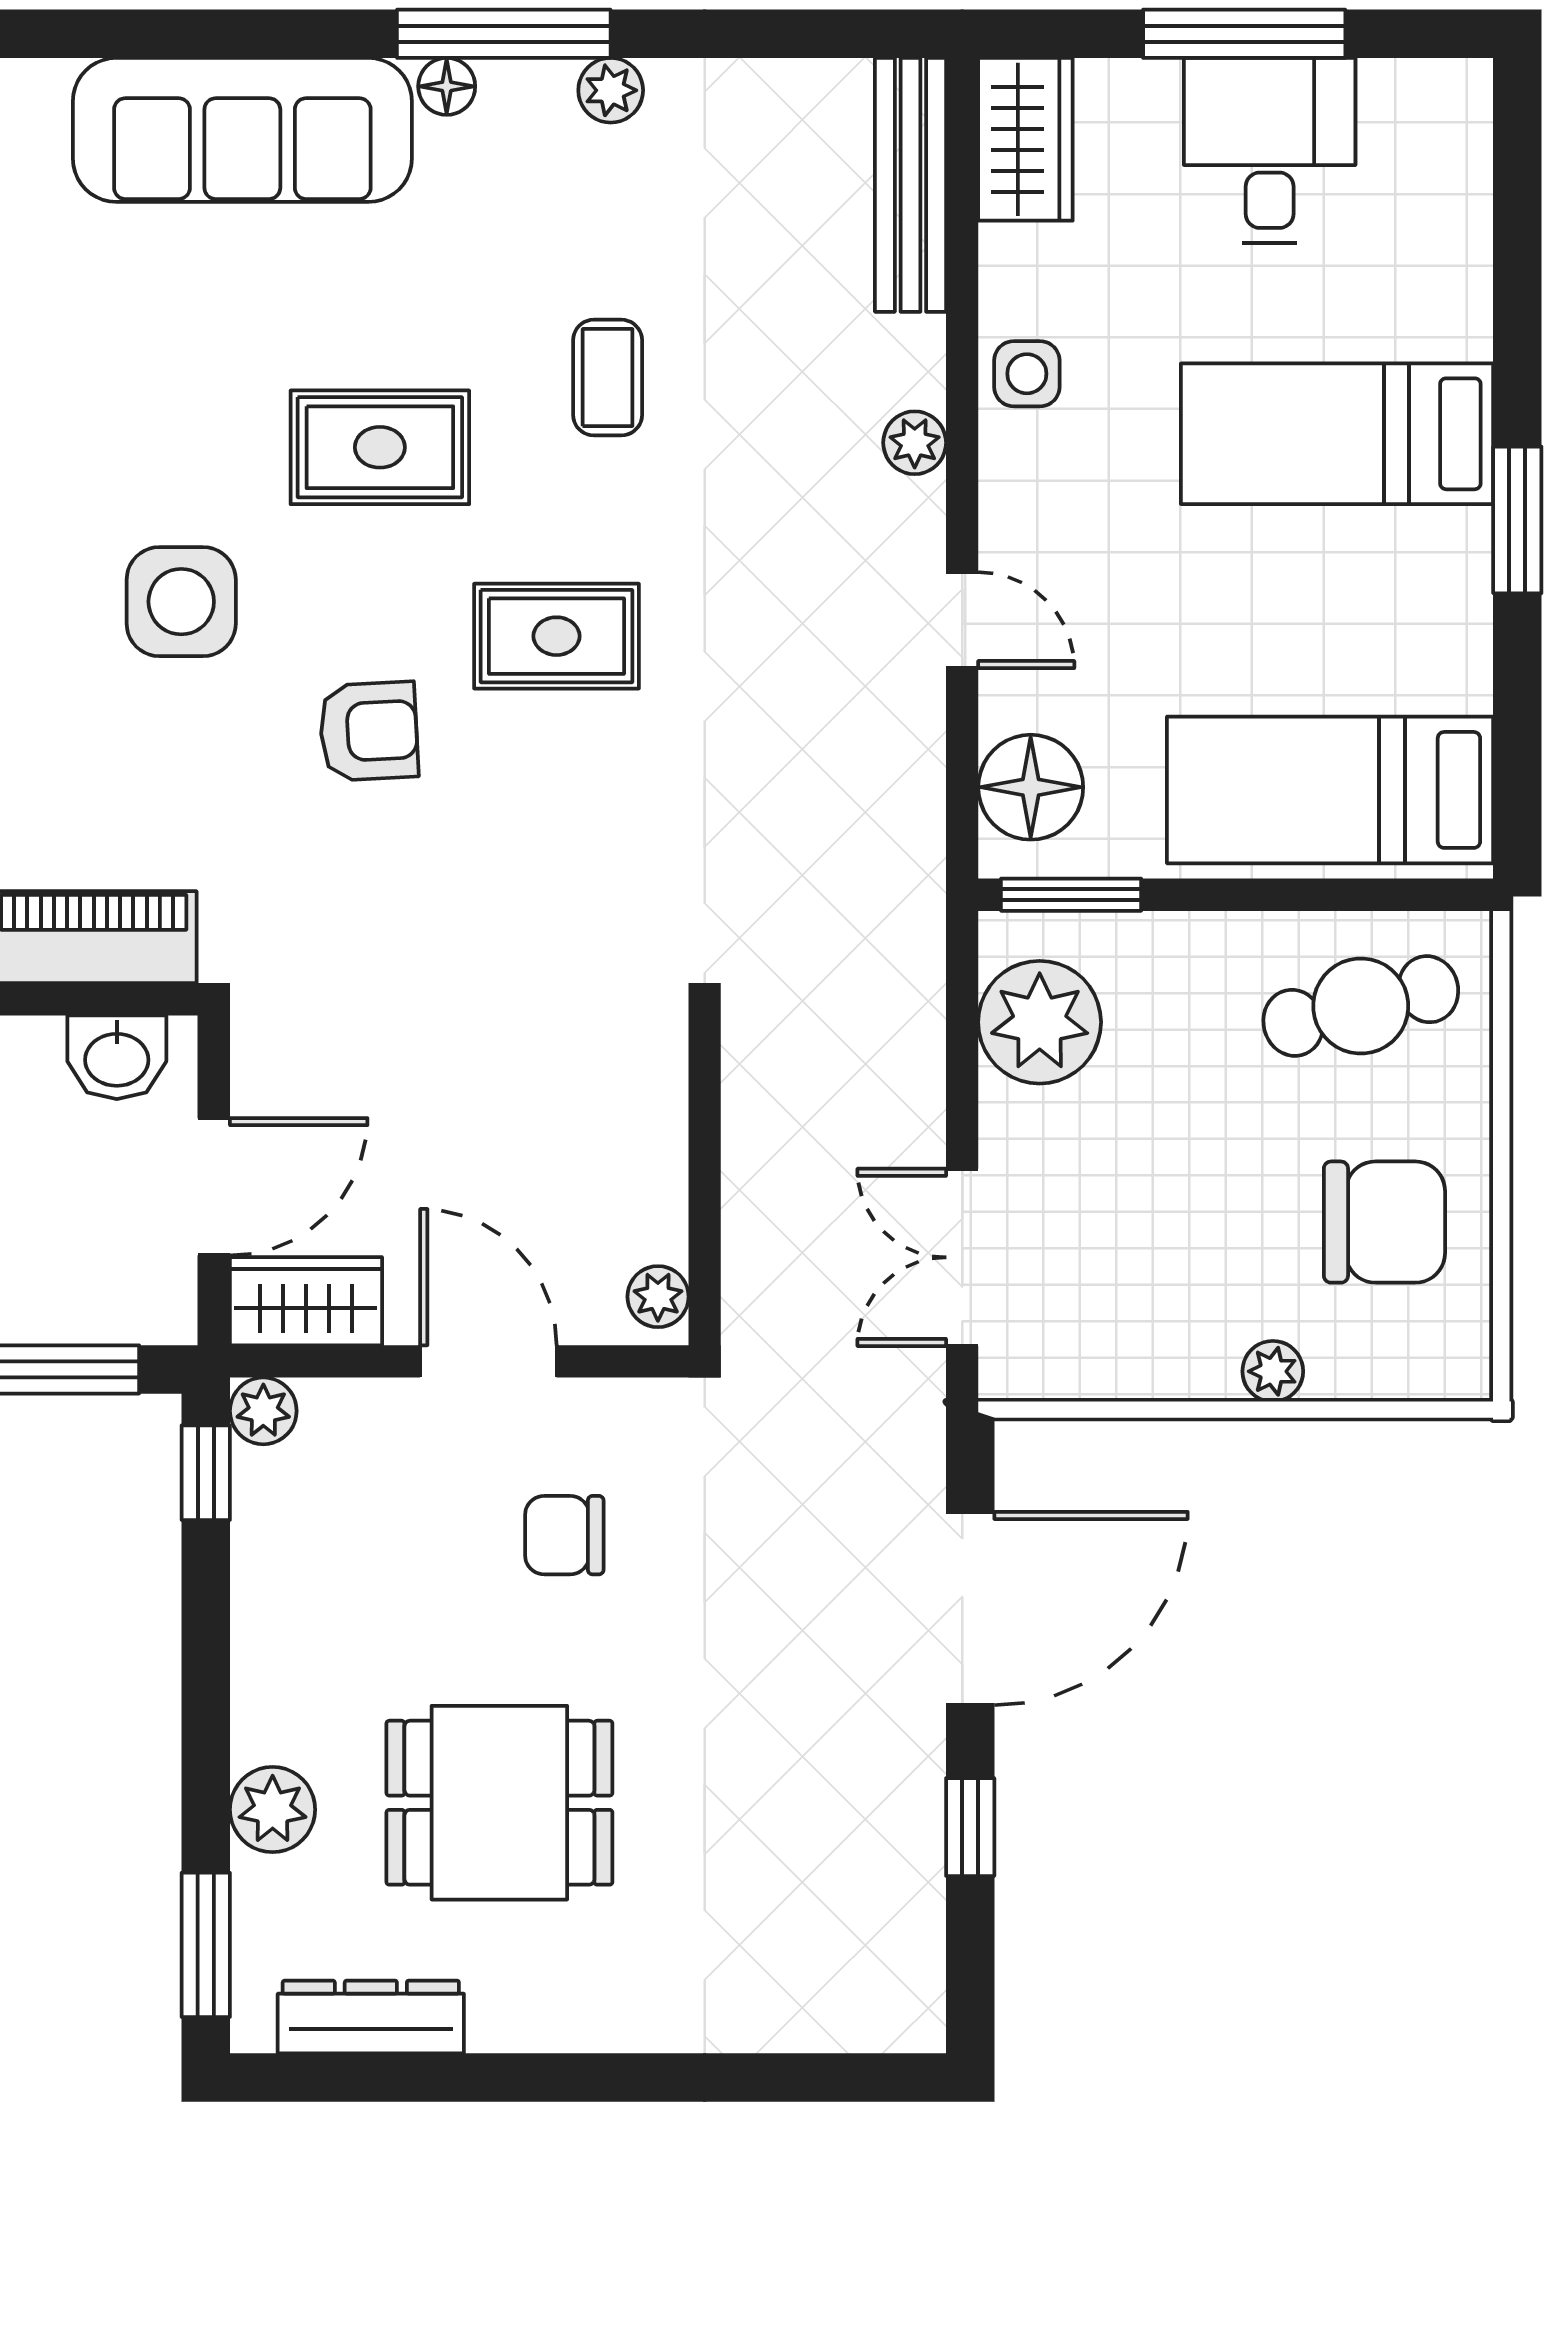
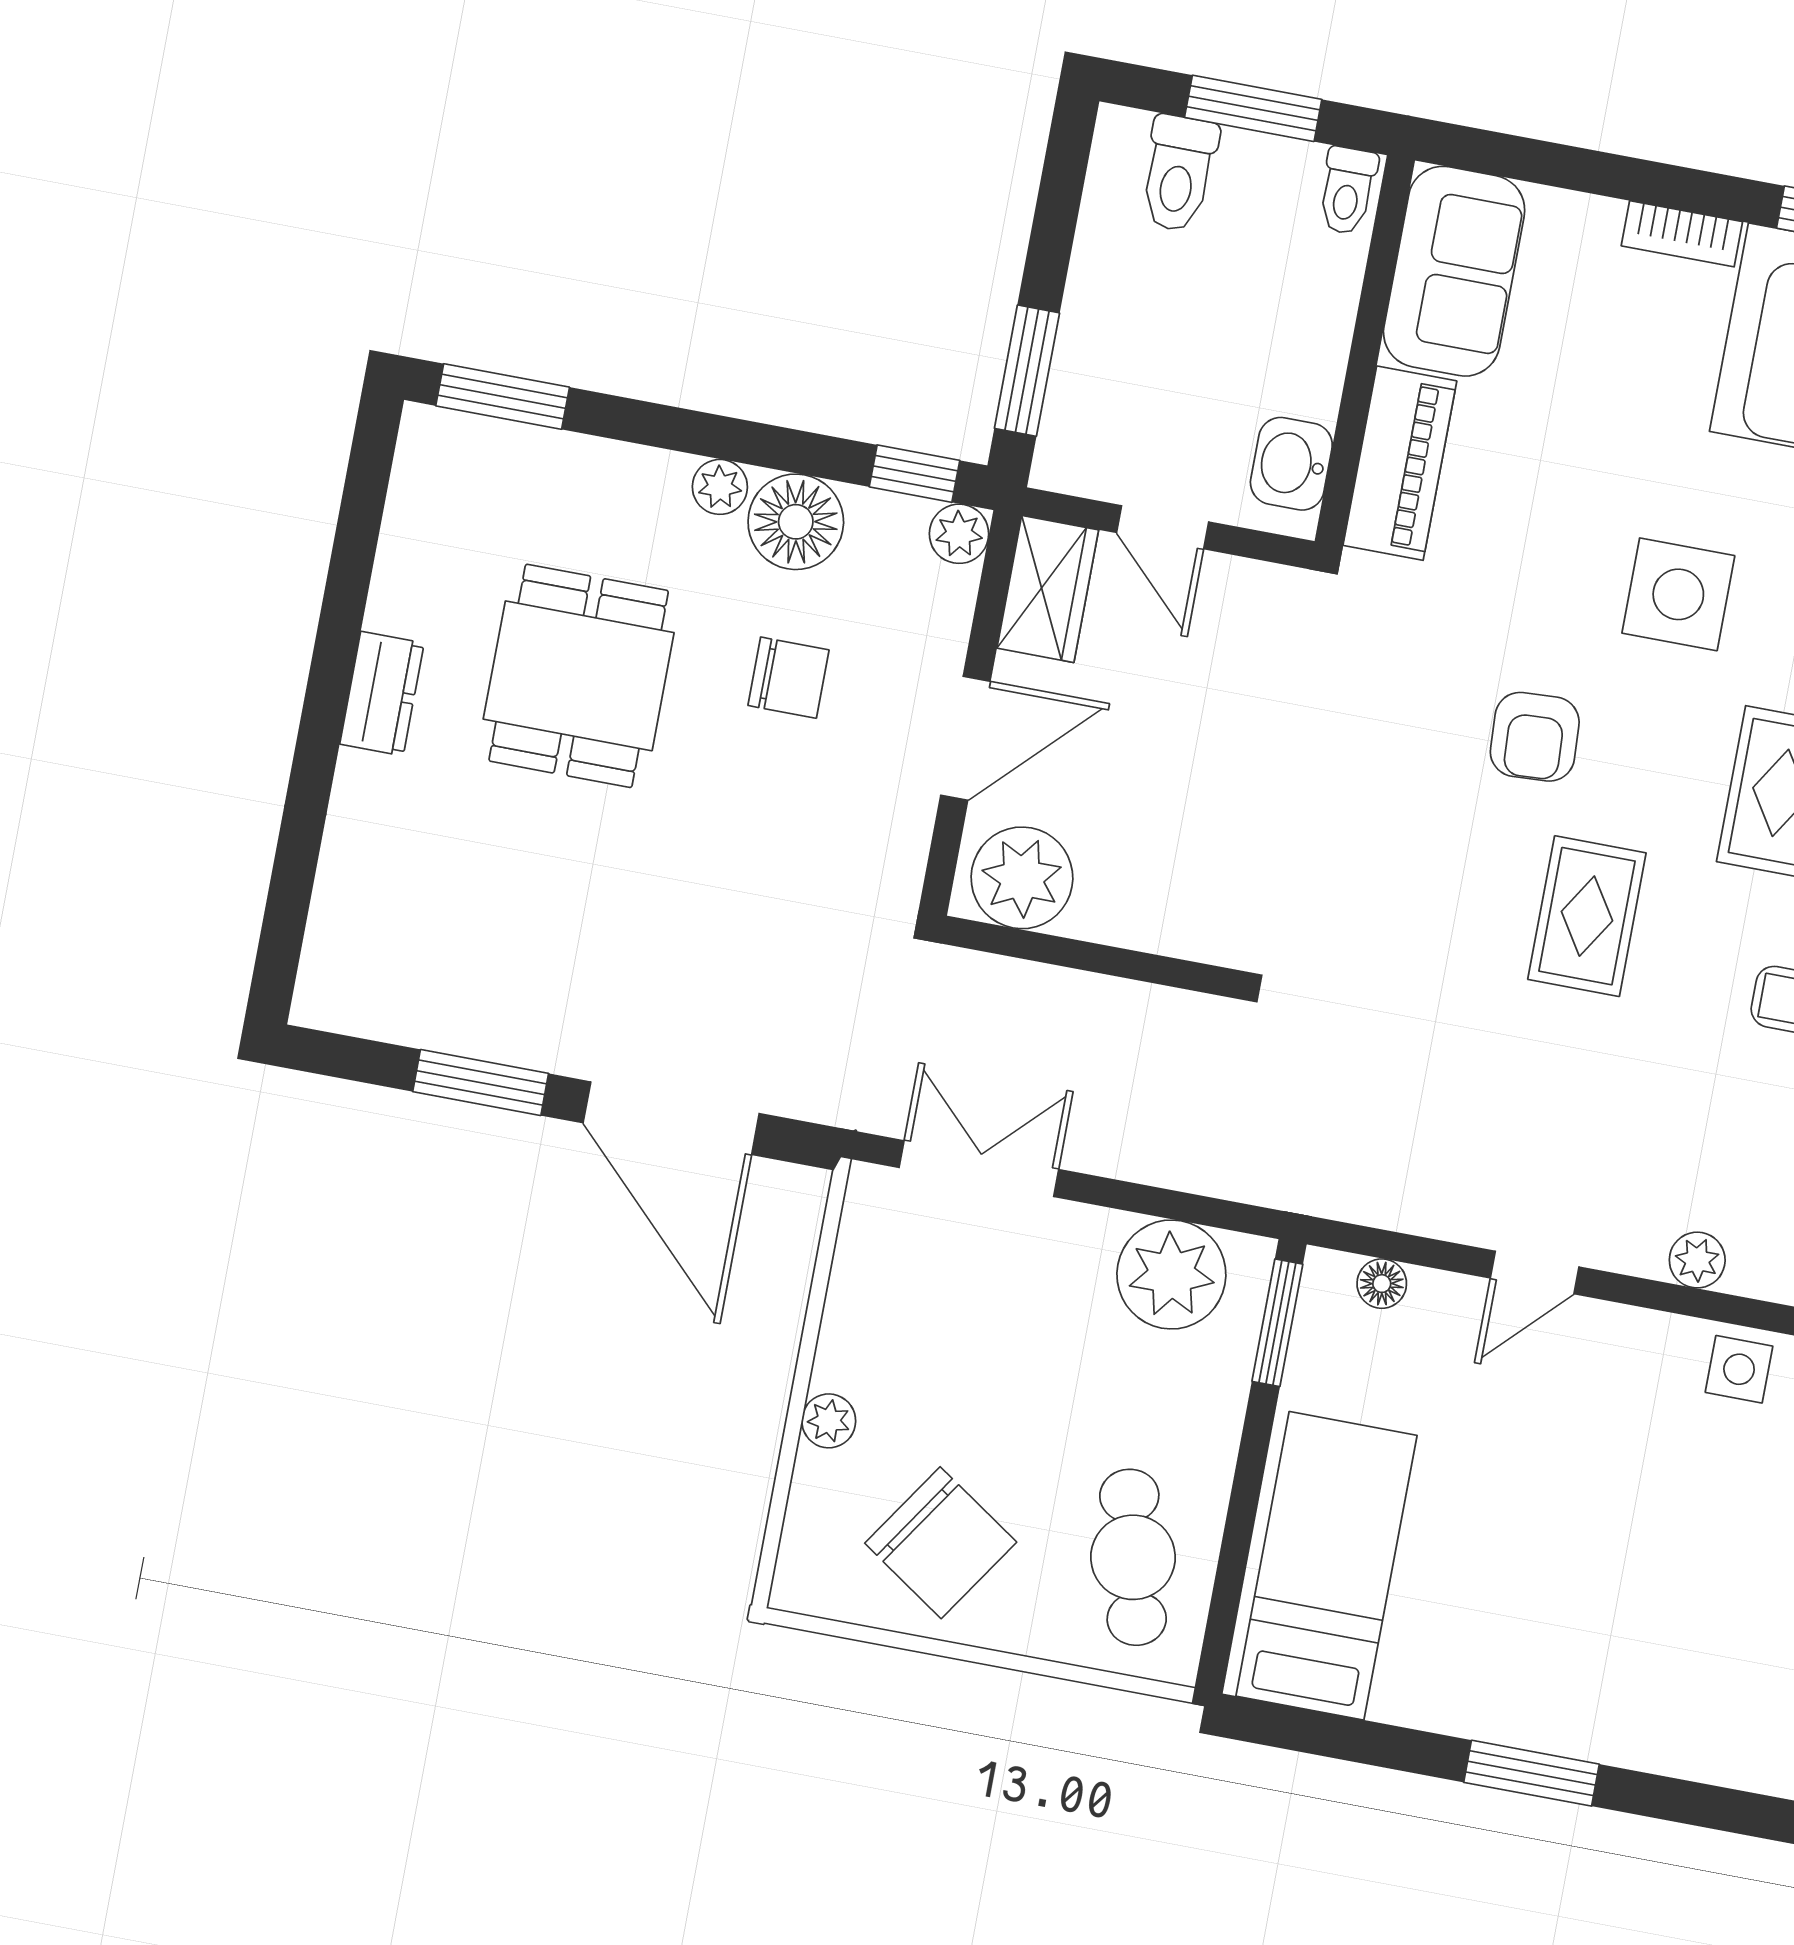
bed: (1337, 434) -> (1636, 1630), removed
floor lamp: (1031, 787) -> (1382, 1284), width x0.53, depth x0.53
door: (214, 1187) -> (1163, 527), width x0.73
chair: (1384, 1222) -> (941, 1543), turned -56
plant: (658, 1297) -> (1022, 878), width x1.87, depth x1.87
chair: (564, 1535) -> (788, 678), moved, turned 90
floor lamp: (284, 1594) -> (796, 522), added
plant: (273, 1810) -> (720, 487), moved, width x0.73, depth x0.73
window: (970, 1827) -> (481, 1083), width x1.50
dresser: (371, 2017) -> (382, 694), moved, width x0.70

